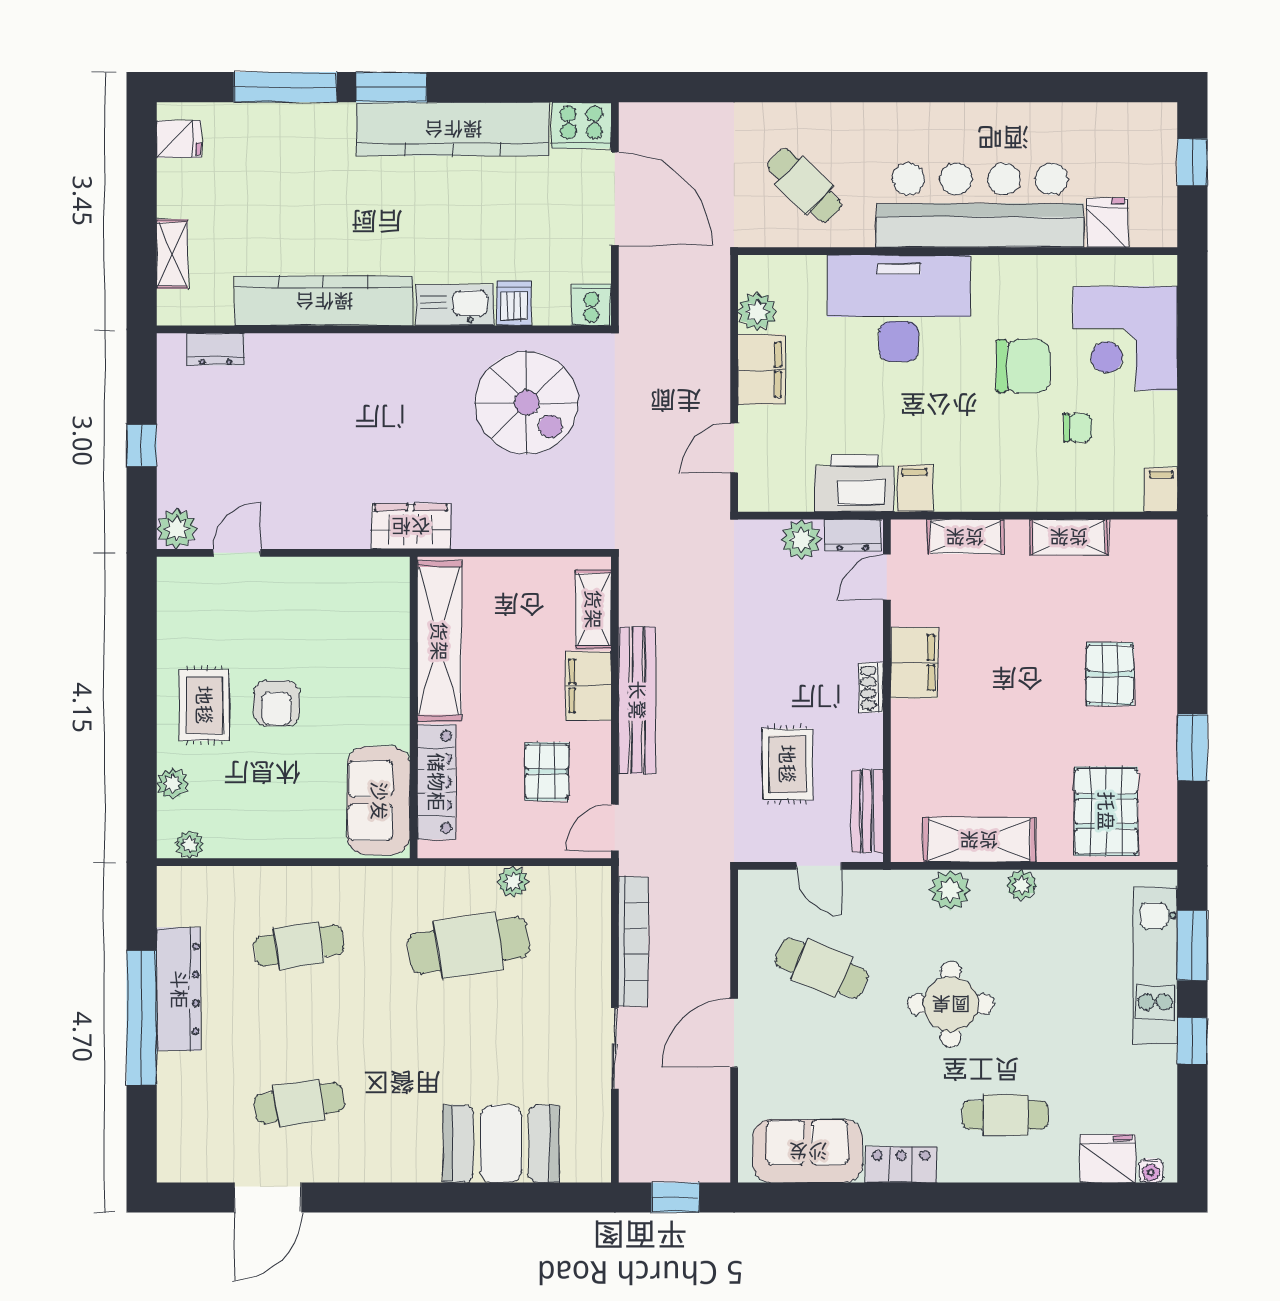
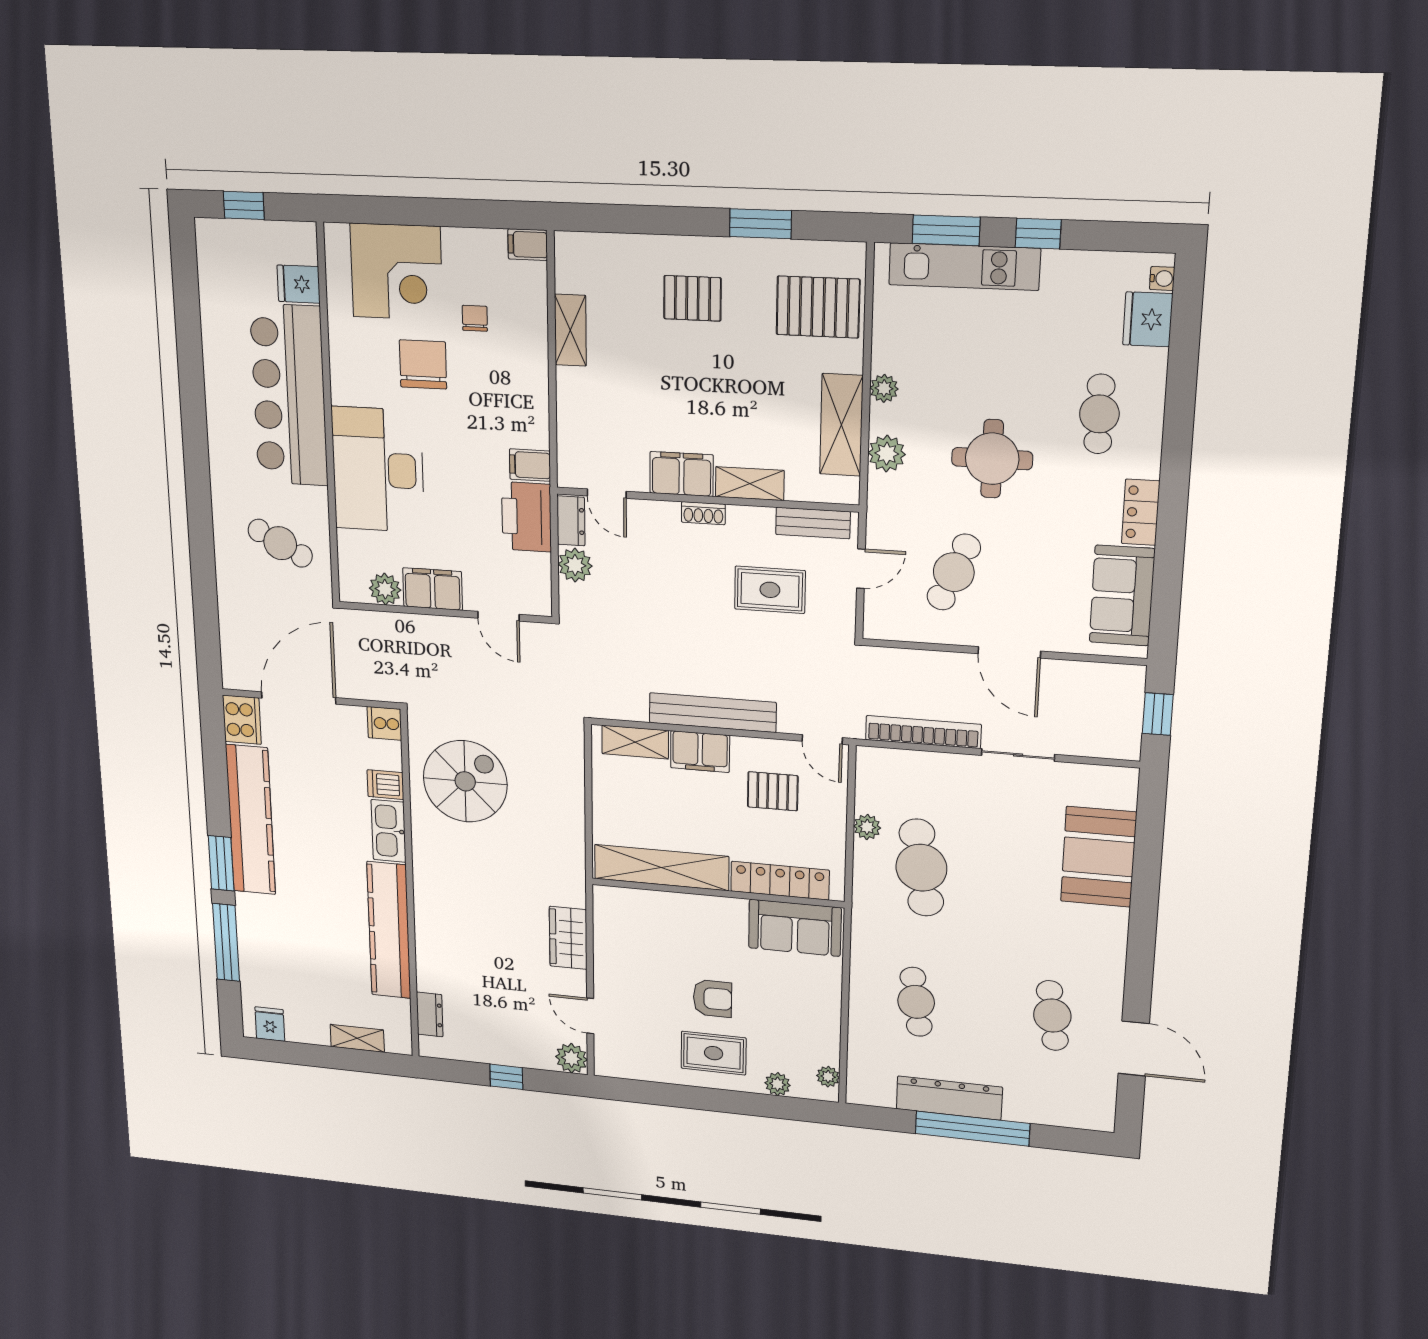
cafe table: (804, 185) -> (280, 543), turned 73
wardrobe: (411, 526) -> (568, 938), moved
shelving: (965, 537) -> (750, 484), moved, turned 90

